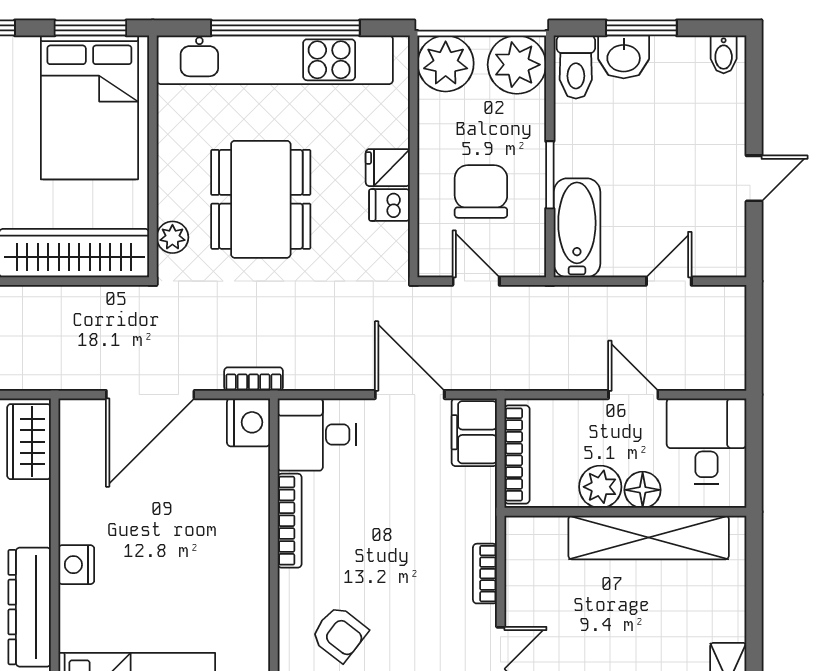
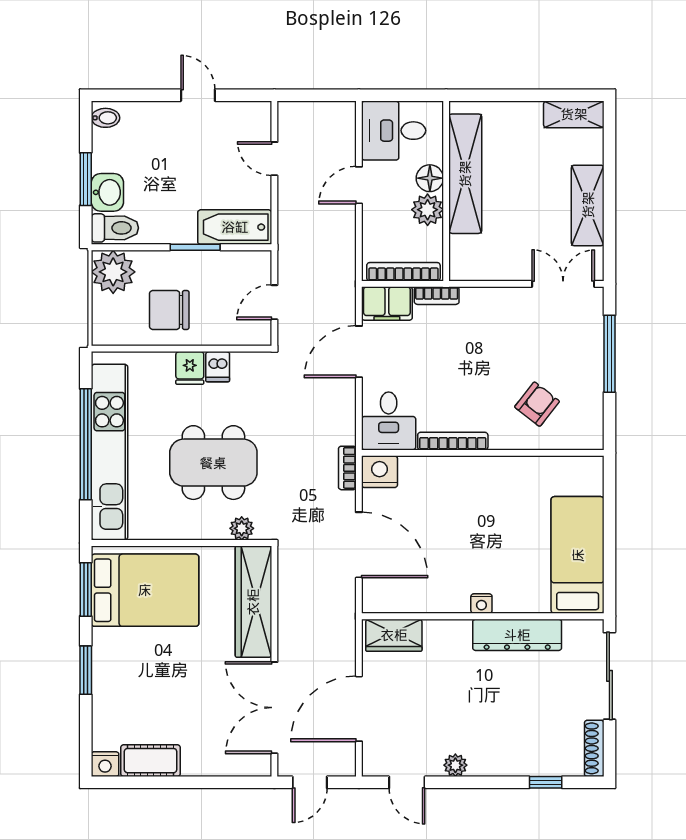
plant: (446, 63) -> (112, 325), removed
chair: (481, 192) -> (169, 310), moved
nightstand: (76, 565) -> (481, 603), width x0.72, depth x0.74
bookcase: (485, 574) -> (437, 296), moved

